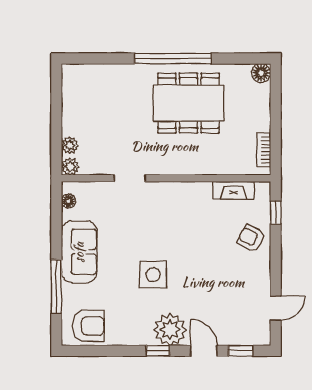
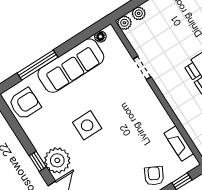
sofa: (79, 252) -> (71, 66), width x1.36
armchair: (88, 326) -> (25, 104), turned -90

